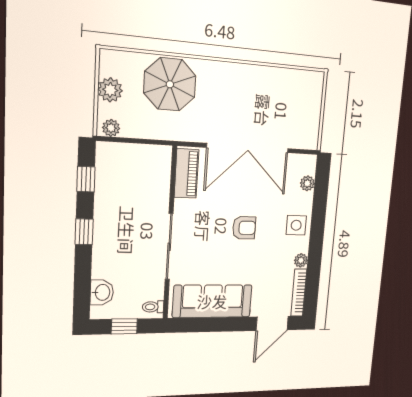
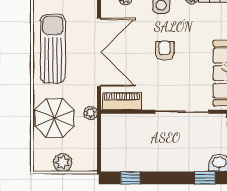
sun lounger: (257, 90) -> (53, 49), added
plant: (111, 128) -> (91, 113), moved
window: (84, 232) -> (205, 178), moved

